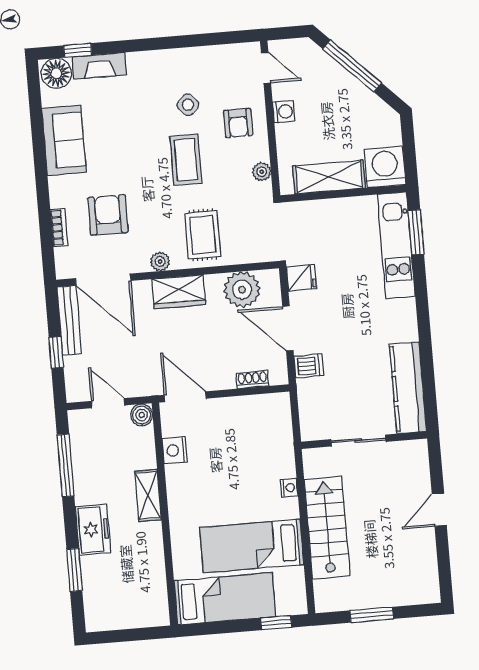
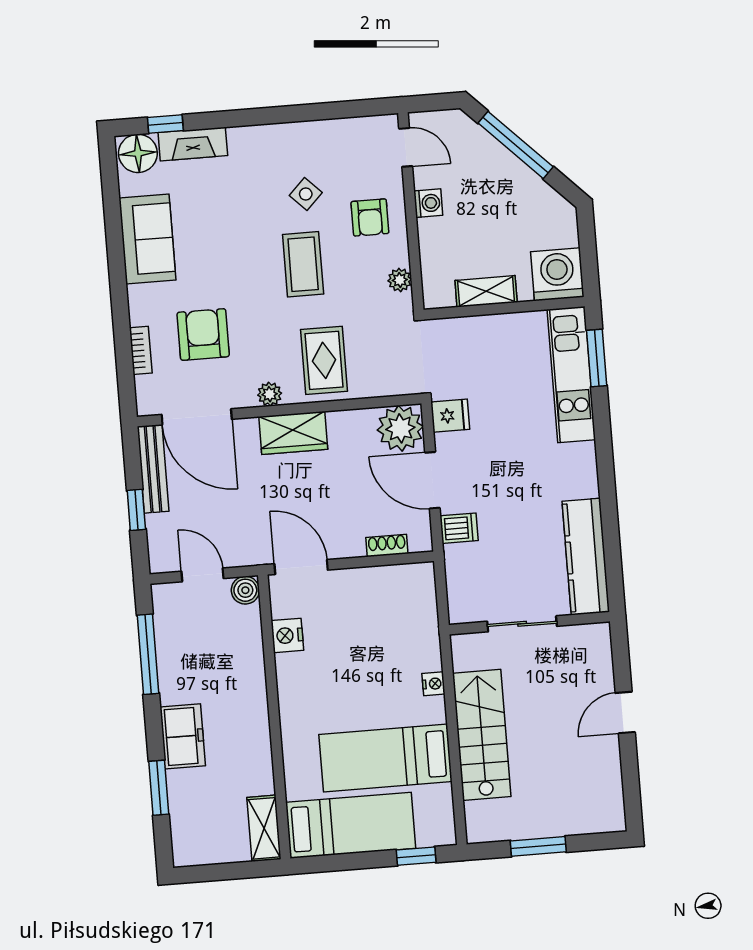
shelving: (329, 177) -> (486, 291), width x0.67, depth x0.75
plant: (242, 290) -> (400, 428), moved
shelving: (148, 495) -> (264, 828), moved

